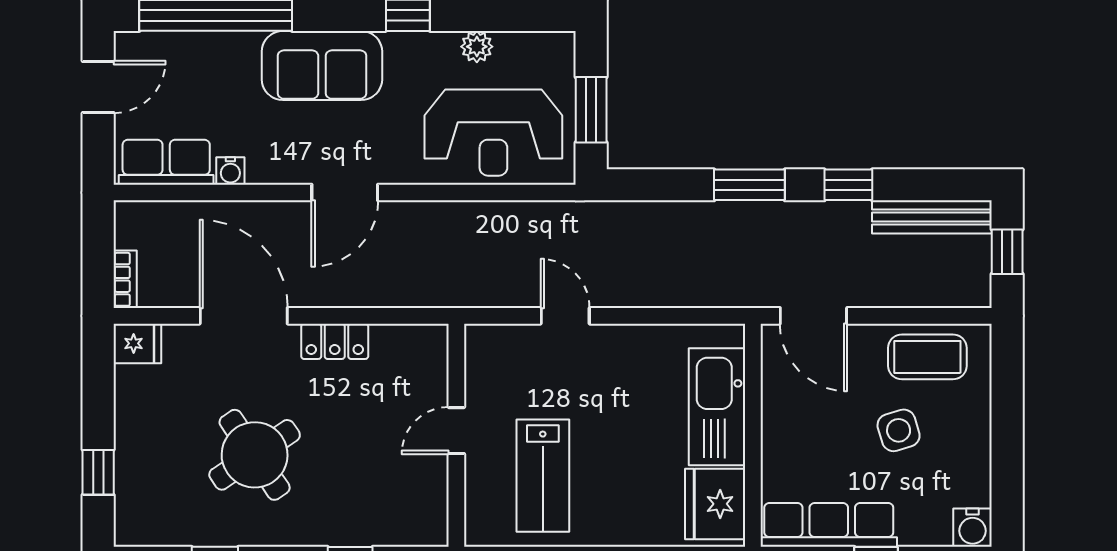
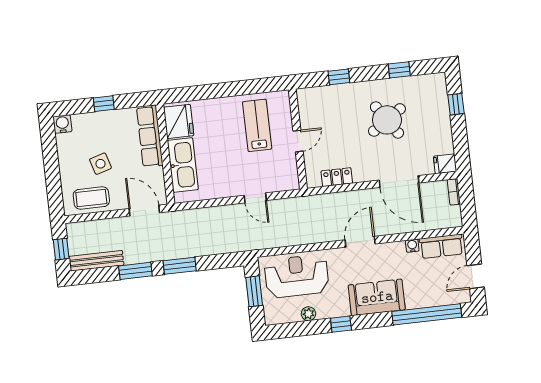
window: (848, 185) -> (135, 271), width x1.50
locker: (335, 341) -> (337, 177), moved
row of seats: (829, 525) -> (150, 136), moved, turned 90

